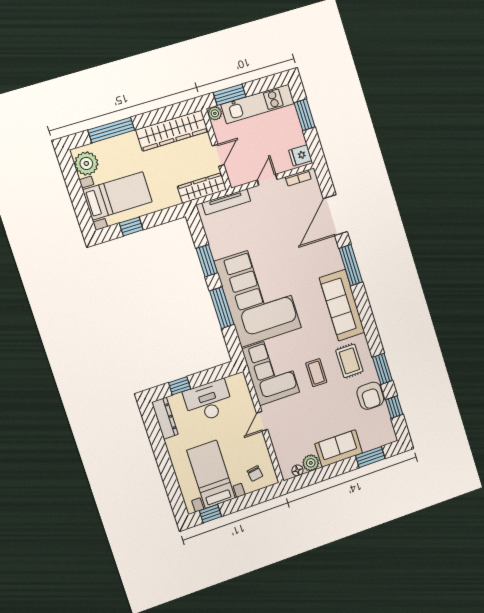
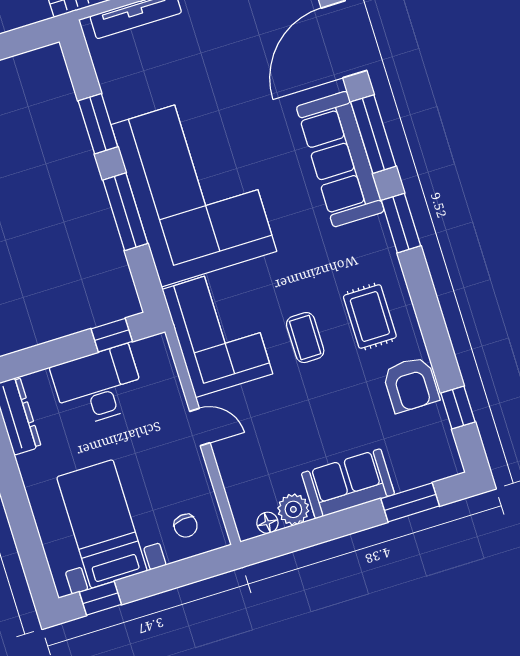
sofa: (342, 305) -> (340, 159), moved
window: (382, 369) -> (401, 223), moved
window: (180, 386) -> (112, 335), moved
door: (262, 421) -> (200, 427), swing flipped

